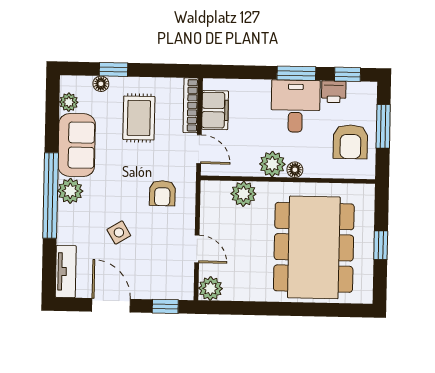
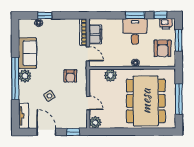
printer: (334, 92) -> (166, 24), moved
plant: (69, 102) -> (23, 32), removed
rug: (139, 118) -> (58, 39), removed
plant: (272, 164) -> (124, 60), removed
window: (381, 245) -> (179, 99), width x2.17

